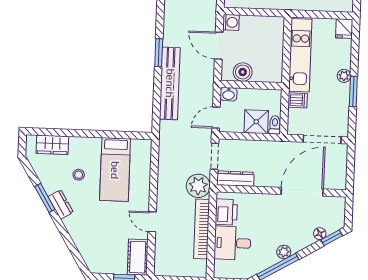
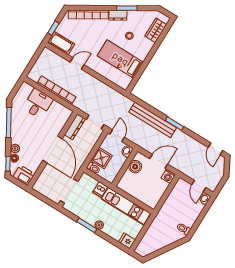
plant: (198, 186) -> (83, 103), removed
door: (302, 192) -> (52, 150), moved
printer: (226, 212) -> (24, 175), moved, turned 180
bookcase: (81, 243) -> (88, 15), added
plant: (284, 252) -> (15, 149), moved

